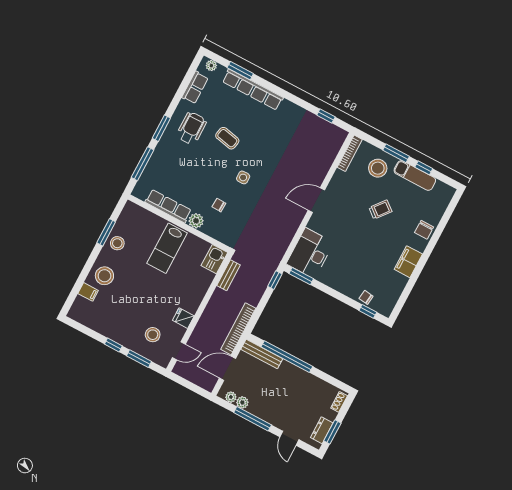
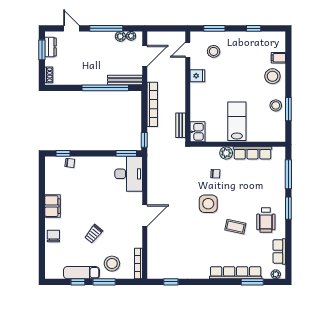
side table: (243, 177) -> (208, 204), width x1.87, depth x1.87
bookcase: (238, 329) -> (152, 104), moved
window: (113, 345) -> (254, 28), moved

